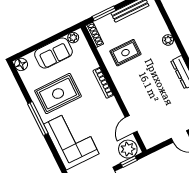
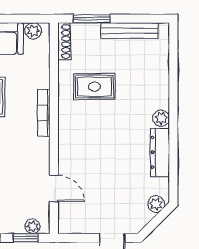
plant: (168, 40) -> (161, 118), moved
door: (131, 124) -> (54, 188), swing flipped
plant: (128, 149) -> (33, 226), width x0.53, depth x0.53

